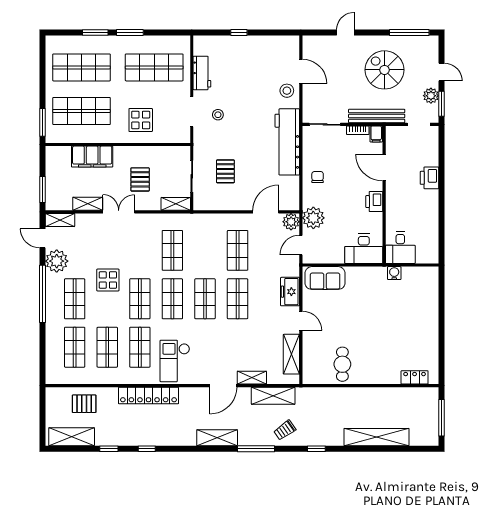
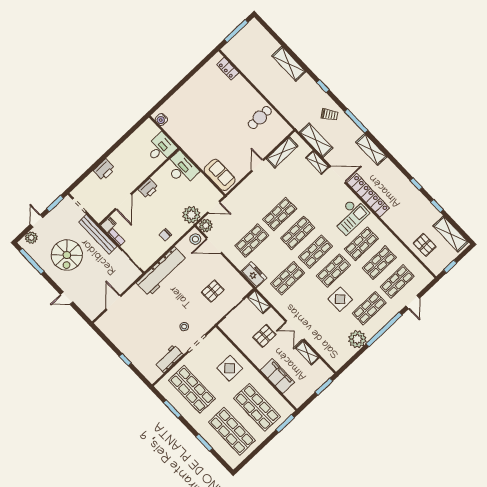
window: (130, 33) -> (172, 409), moved
stool: (287, 91) -> (195, 239), moved
plant: (431, 96) -> (31, 238), moved
shelving: (60, 220) -> (332, 360), removed
door: (42, 238) -> (413, 302), moved
water cooler: (394, 273) -> (161, 119), moved
freezer: (290, 292) -> (254, 275), moved, turned -90
locker: (148, 396) -> (368, 195), moved
window: (42, 408) -> (450, 267), added
shelving: (376, 437) -> (289, 64), width x0.68

